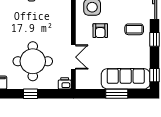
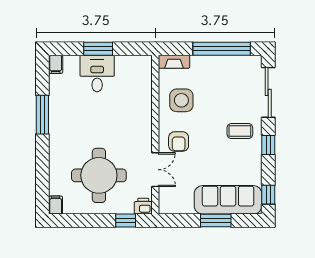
armchair: (100, 31) -> (179, 142), moved
window: (30, 94) -> (126, 221), moved

